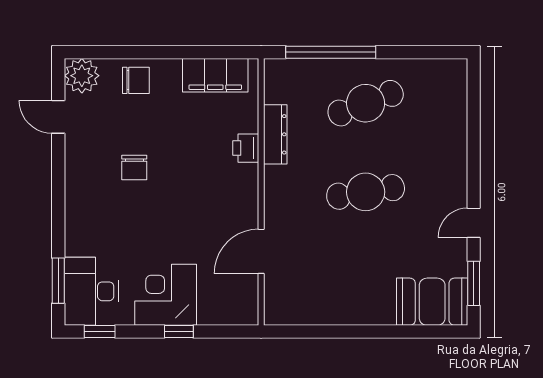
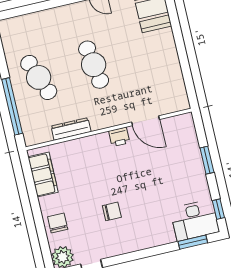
printer: (246, 148) -> (119, 137), moved
corner desk: (166, 295) -> (186, 174), removed
window: (179, 332) -> (207, 160), width x1.50

